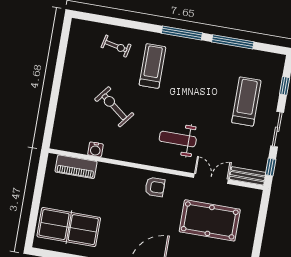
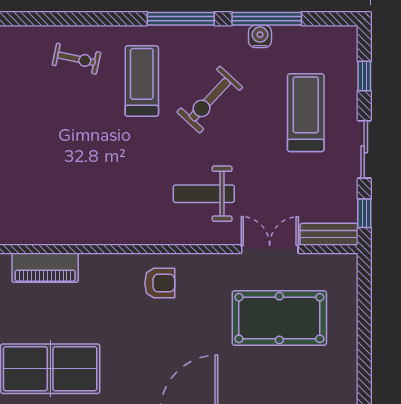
exercise bike: (114, 107) -> (210, 100), moved, turned -85
water cooler: (95, 149) -> (260, 36), moved, turned 180
armchair: (155, 187) -> (160, 283), moved

